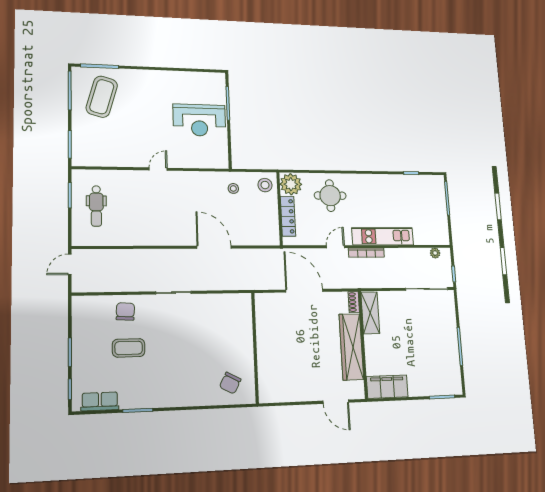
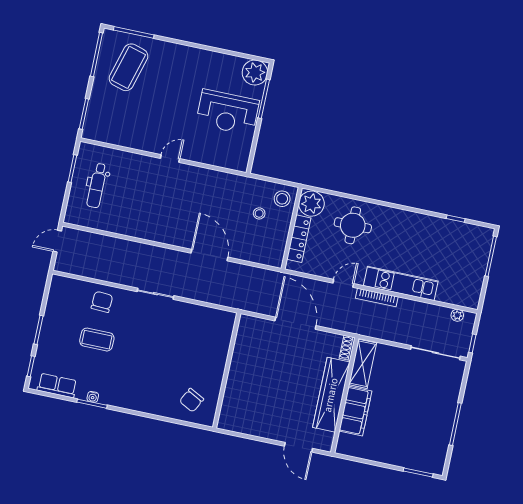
plant: (215, 83) -> (255, 72), added
stool: (233, 188) -> (259, 213), moved
filing cabinet: (387, 387) -> (355, 411), moved, turned 90
water cooler: (137, 404) -> (93, 397), added

